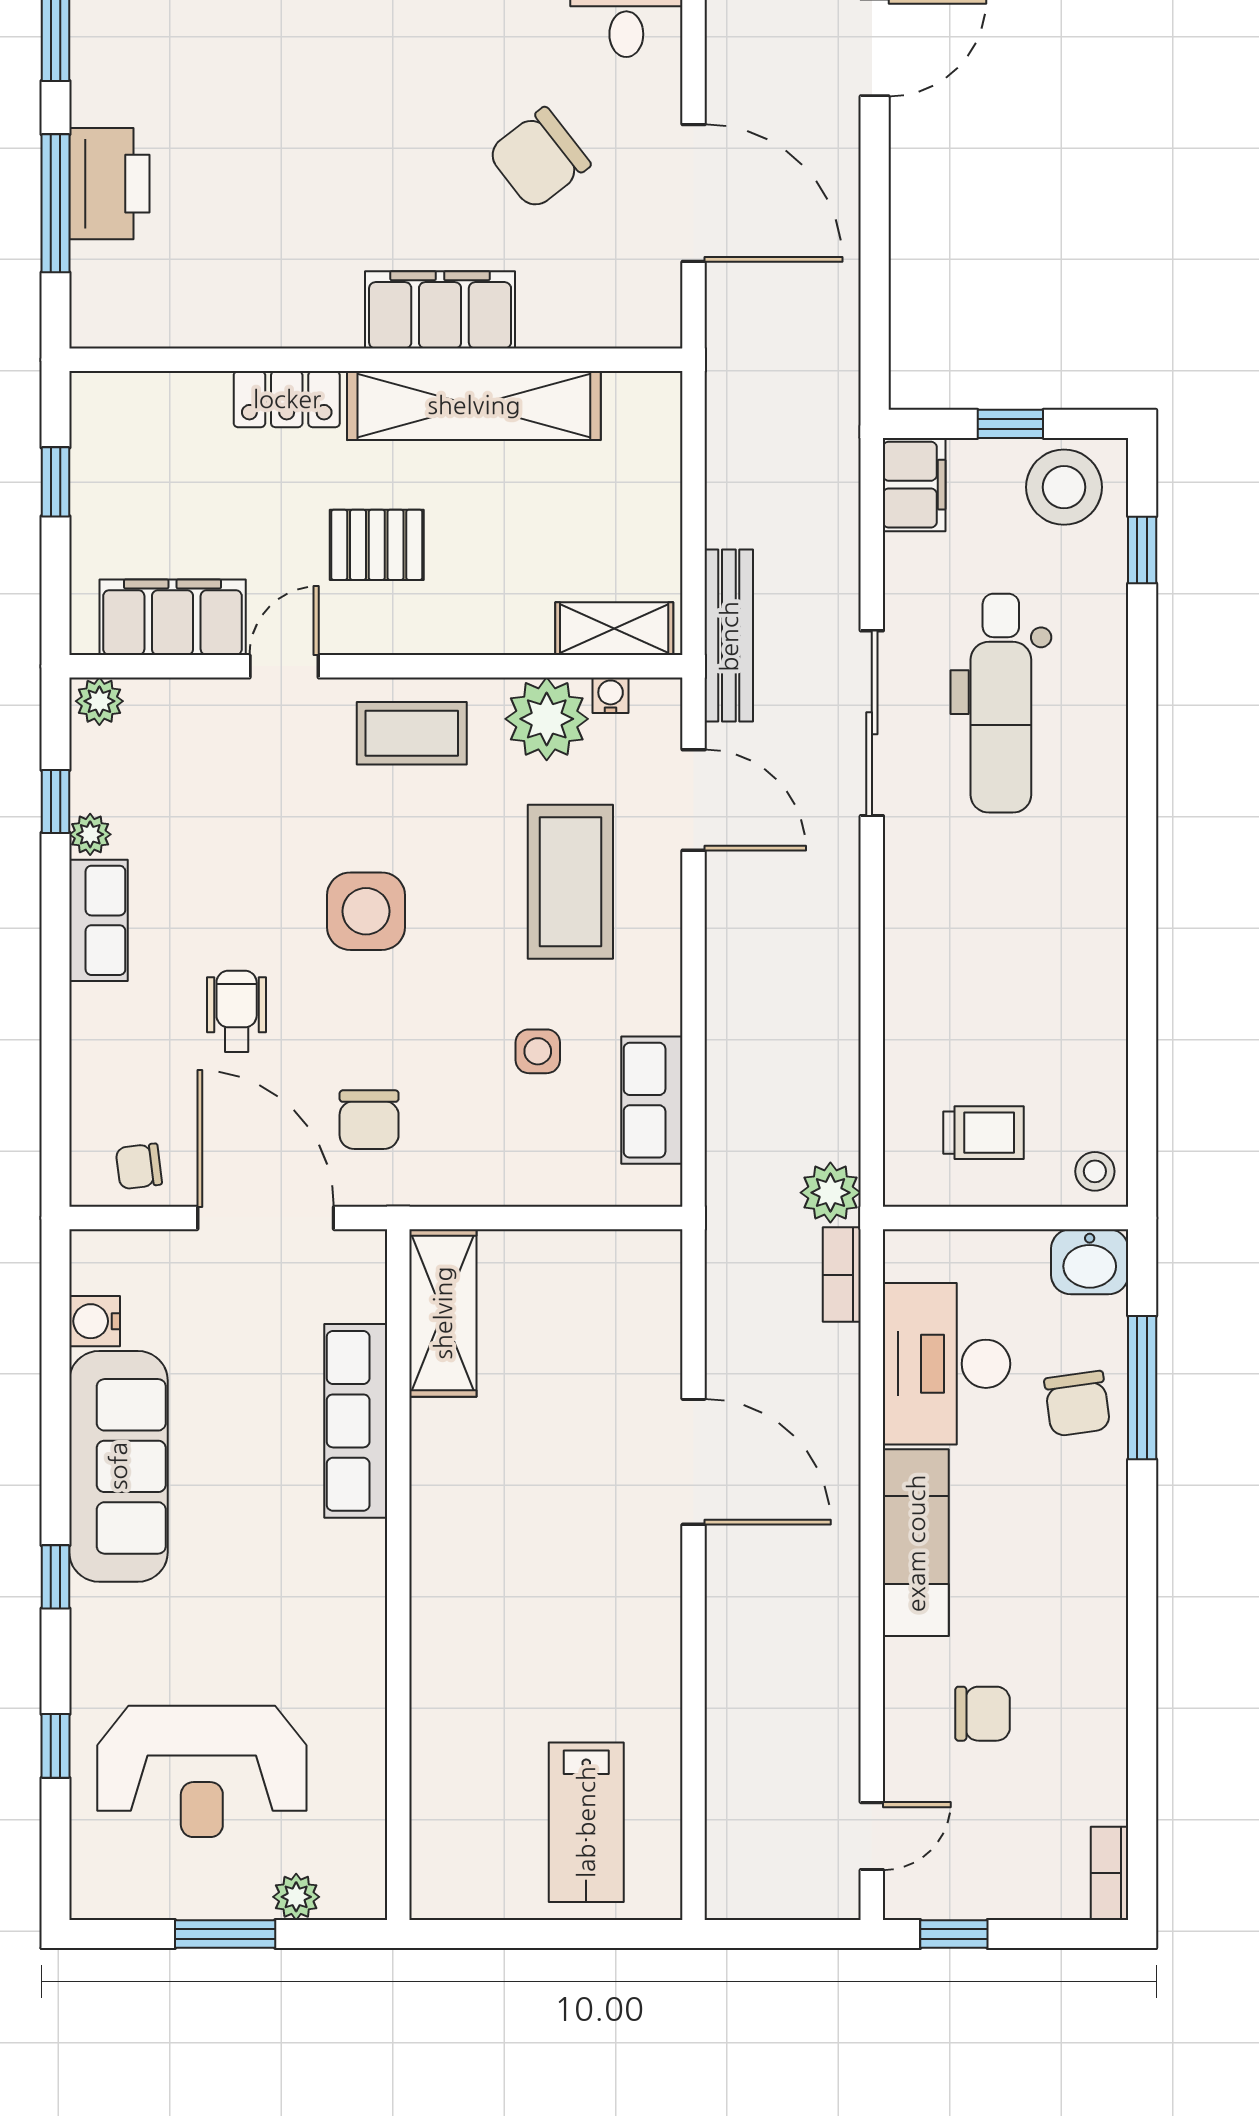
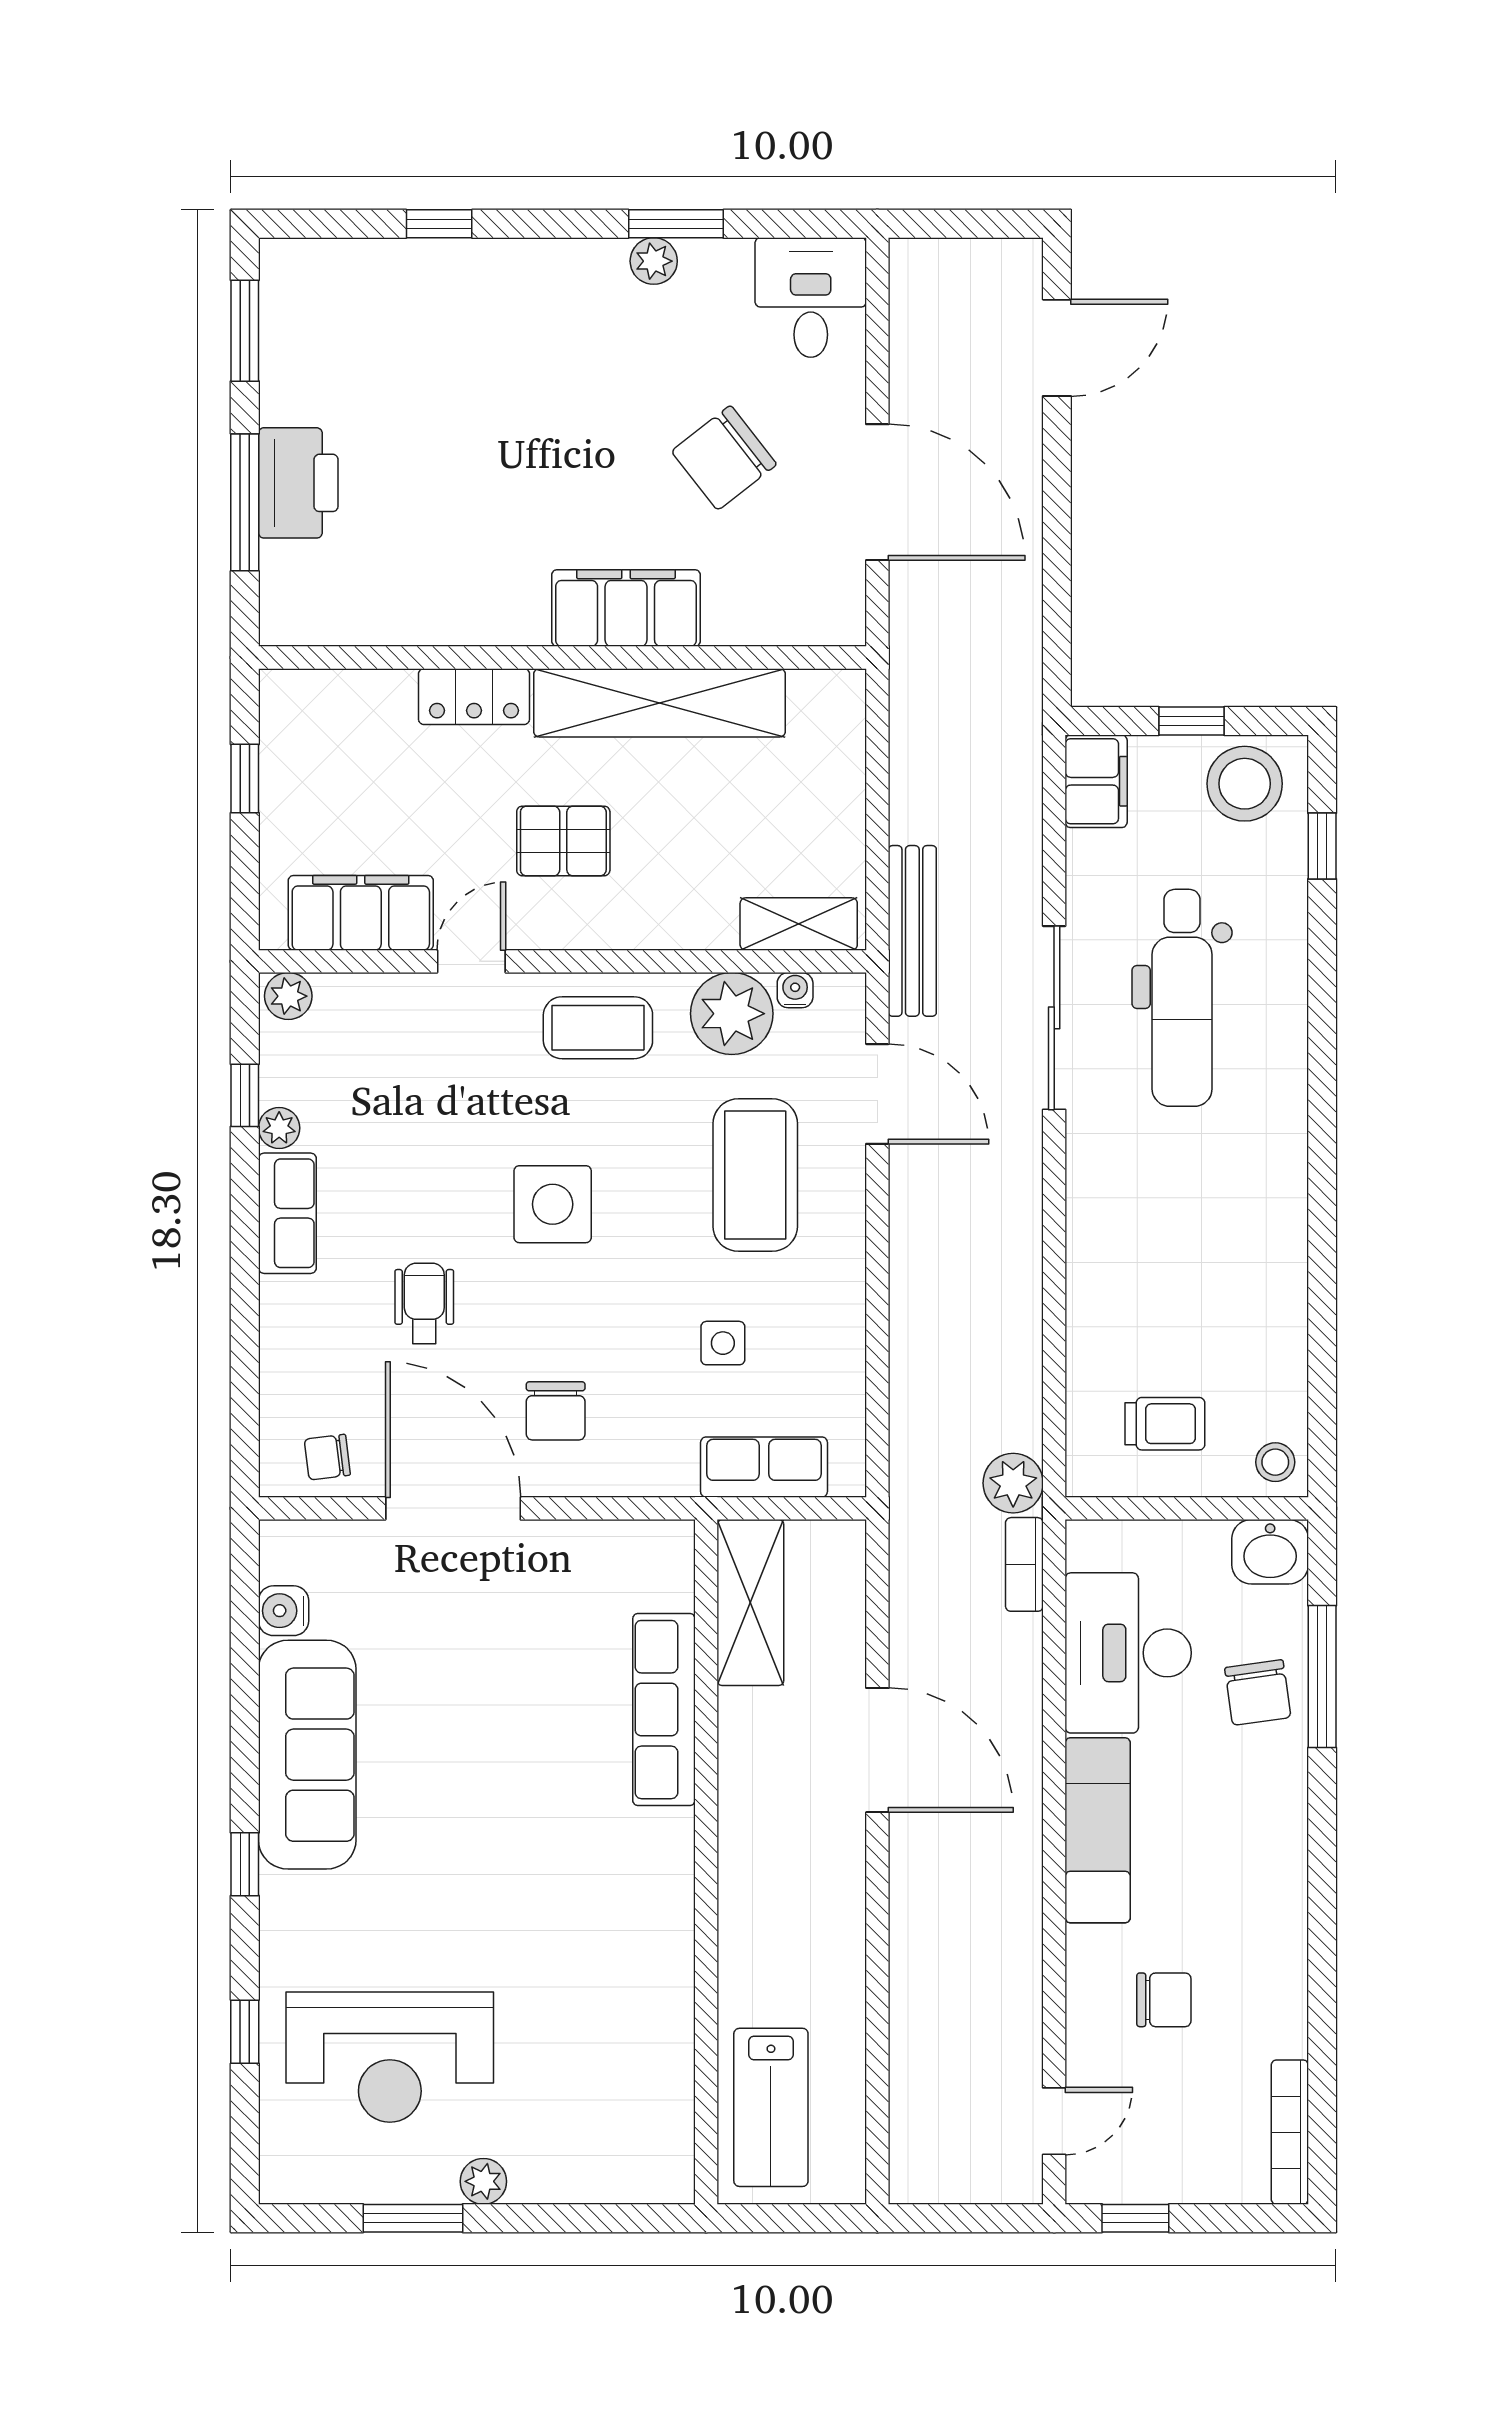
row of seats: (652, 1100) -> (764, 1467), moved, turned 90
shelving: (443, 1313) -> (750, 1603), moved
row of seats: (356, 1421) -> (664, 1710), moved
wall: (398, 1575) -> (706, 1862), moved
bookcase: (1110, 1873) -> (1290, 2132), width x1.56

